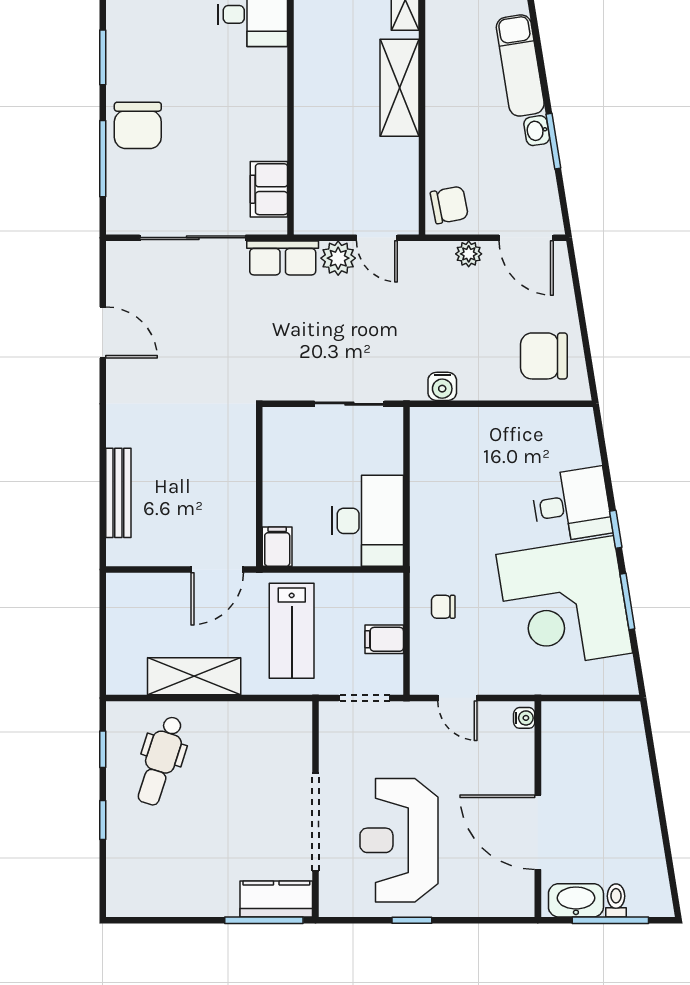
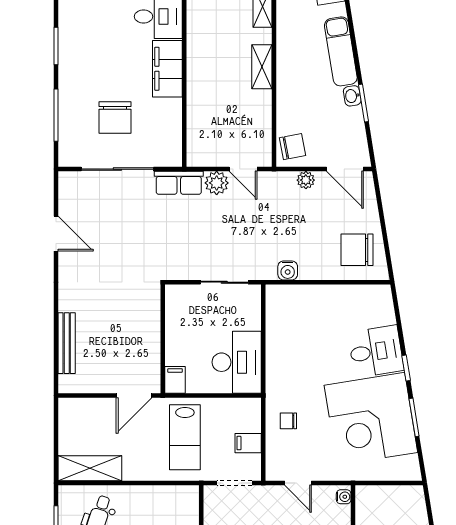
shelving: (399, 88) -> (262, 67), width x0.67, depth x0.75
chair: (138, 125) -> (115, 117), moved
filing cabinet: (269, 189) -> (167, 69), moved, width x1.50, depth x1.17
shelving: (194, 676) -> (90, 468), moved

